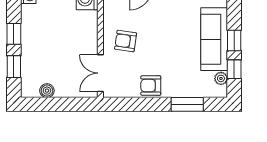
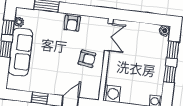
armchair: (151, 86) -> (72, 23), turned 90
boiler: (47, 91) -> (165, 31), moved

